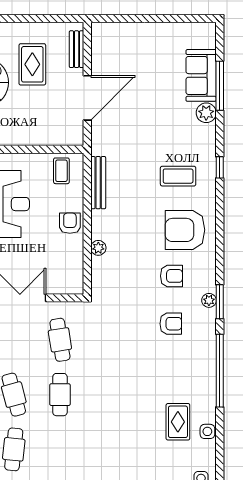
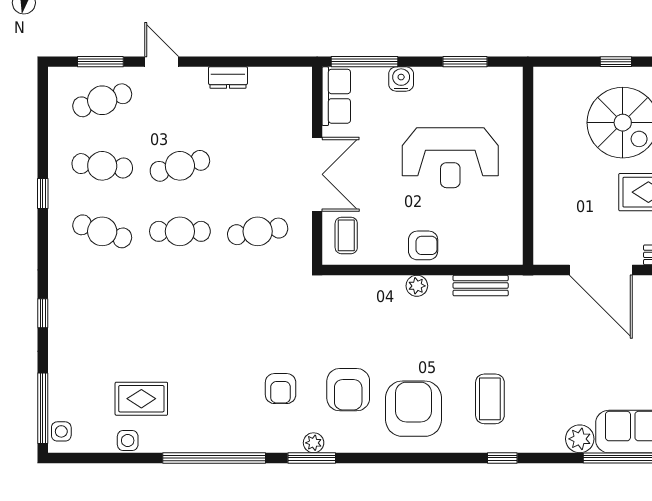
coffee table: (61, 171) -> (346, 235), moved, turned 90
bench: (98, 183) -> (481, 286), width x0.73
plant: (98, 248) -> (417, 286), moved
armchair: (172, 276) -> (348, 390), width x1.38, depth x1.38
cafe table: (60, 449) -> (102, 231), added

